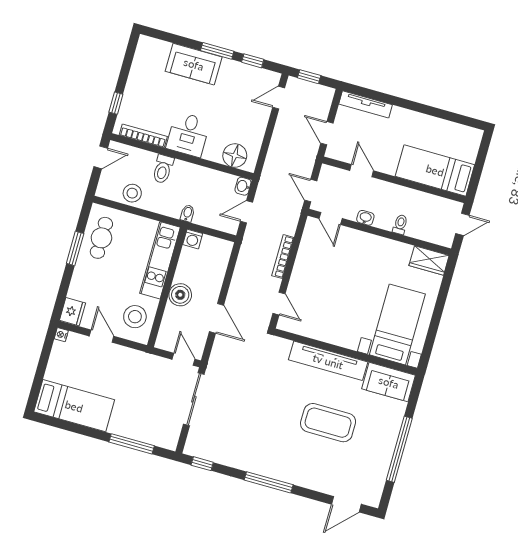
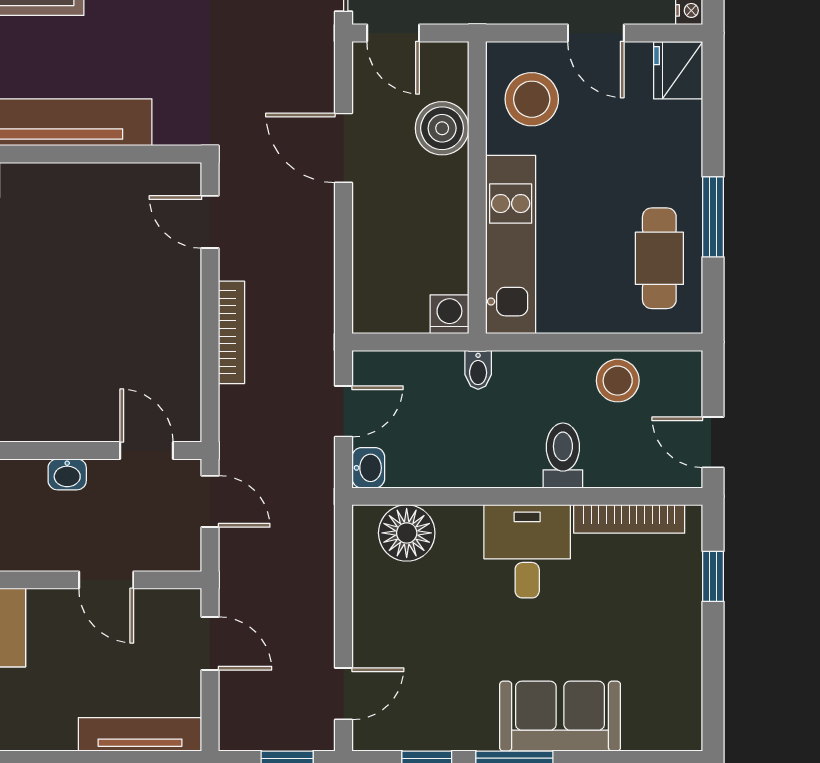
door: (101, 157) -> (713, 442), hinge flipped
boiler: (180, 295) -> (442, 128), moved

